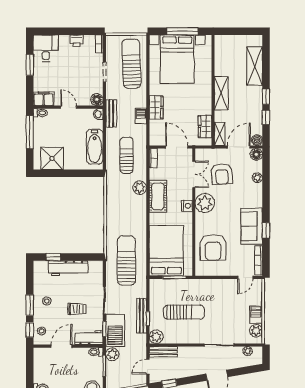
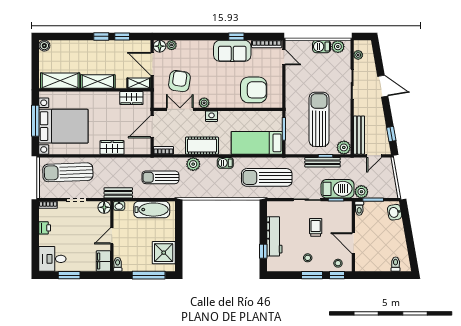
shelving: (255, 66) -> (60, 81), moved
barbecue: (141, 116) -> (225, 163), moved
window: (30, 132) -> (149, 275), moved
boiler: (257, 140) -> (44, 46), moved
armchair: (222, 174) -> (179, 81), turned -79
plant: (257, 178) -> (172, 45), moved
plant: (205, 203) -> (204, 103), width x0.53, depth x0.53
bed: (166, 251) -> (257, 143), width x0.67
sun lounger: (184, 312) -> (319, 119), width x1.36, depth x1.34
workbench: (89, 338) -> (345, 215), removed
bench: (163, 352) -> (359, 135), width x1.36
door: (148, 367) -> (374, 156), hinge flipped

